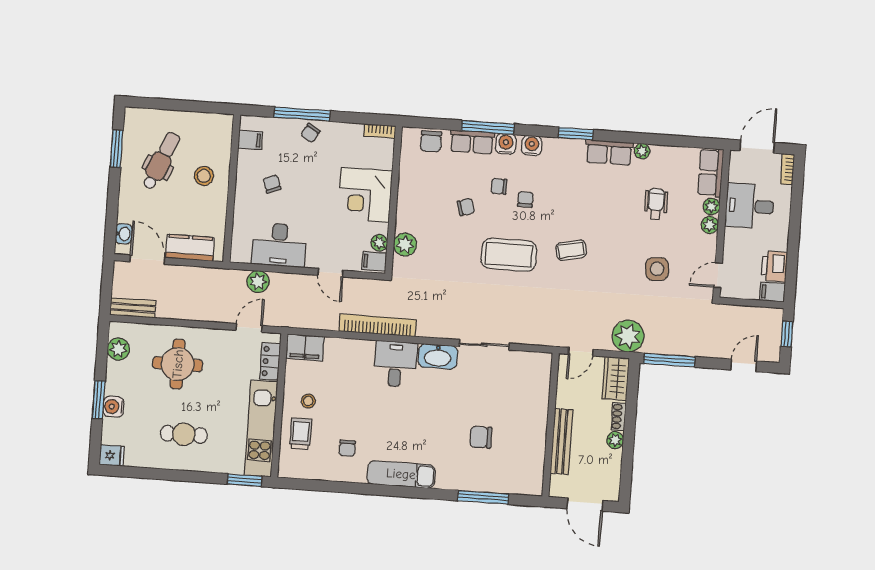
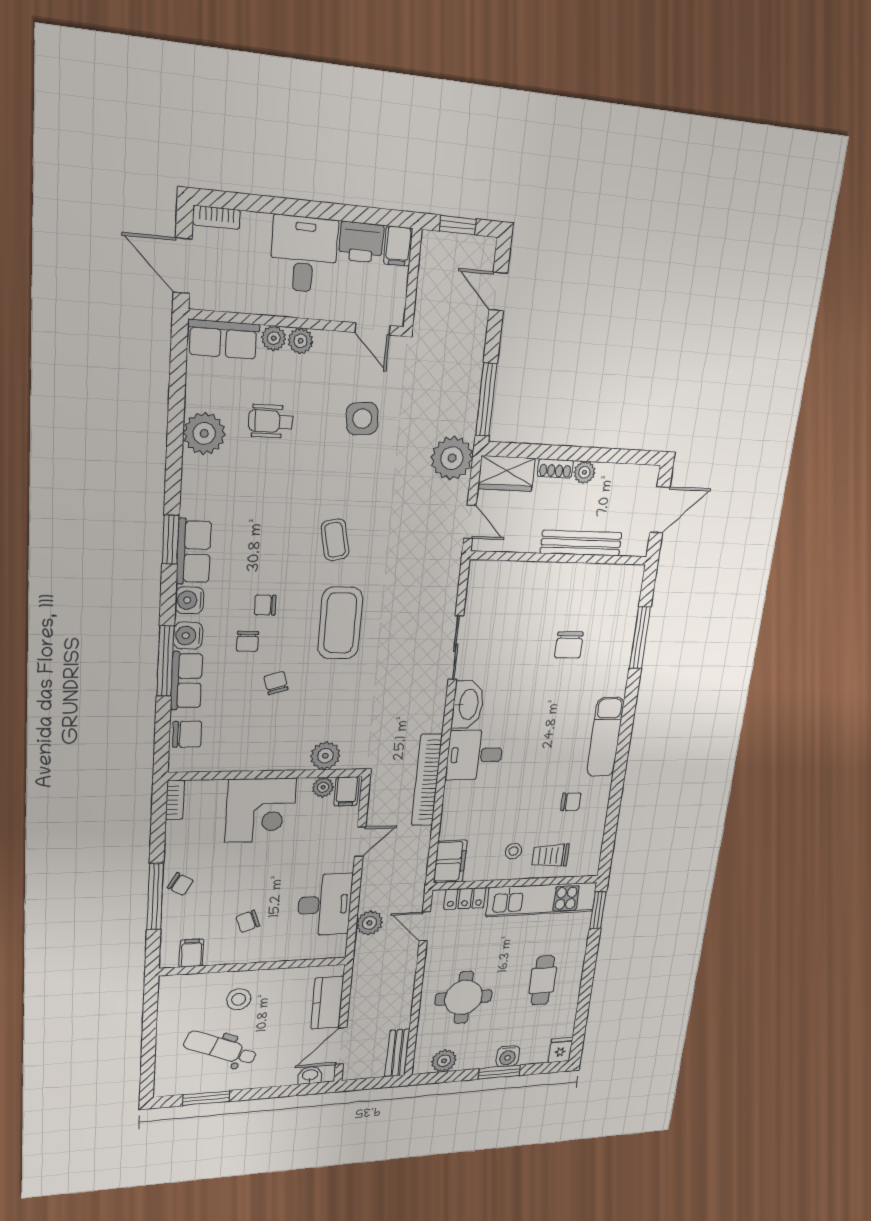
plant: (642, 151) -> (204, 433), width x1.88, depth x1.88
row of seats: (609, 152) -> (194, 552), moved
desk: (750, 206) -> (304, 254), moved, turned 180

